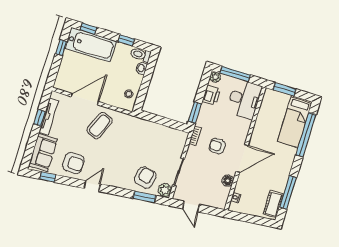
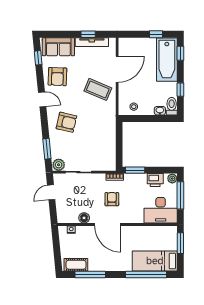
door: (85, 99) -> (117, 69), hinge flipped
armchair: (145, 178) -> (66, 122), moved

